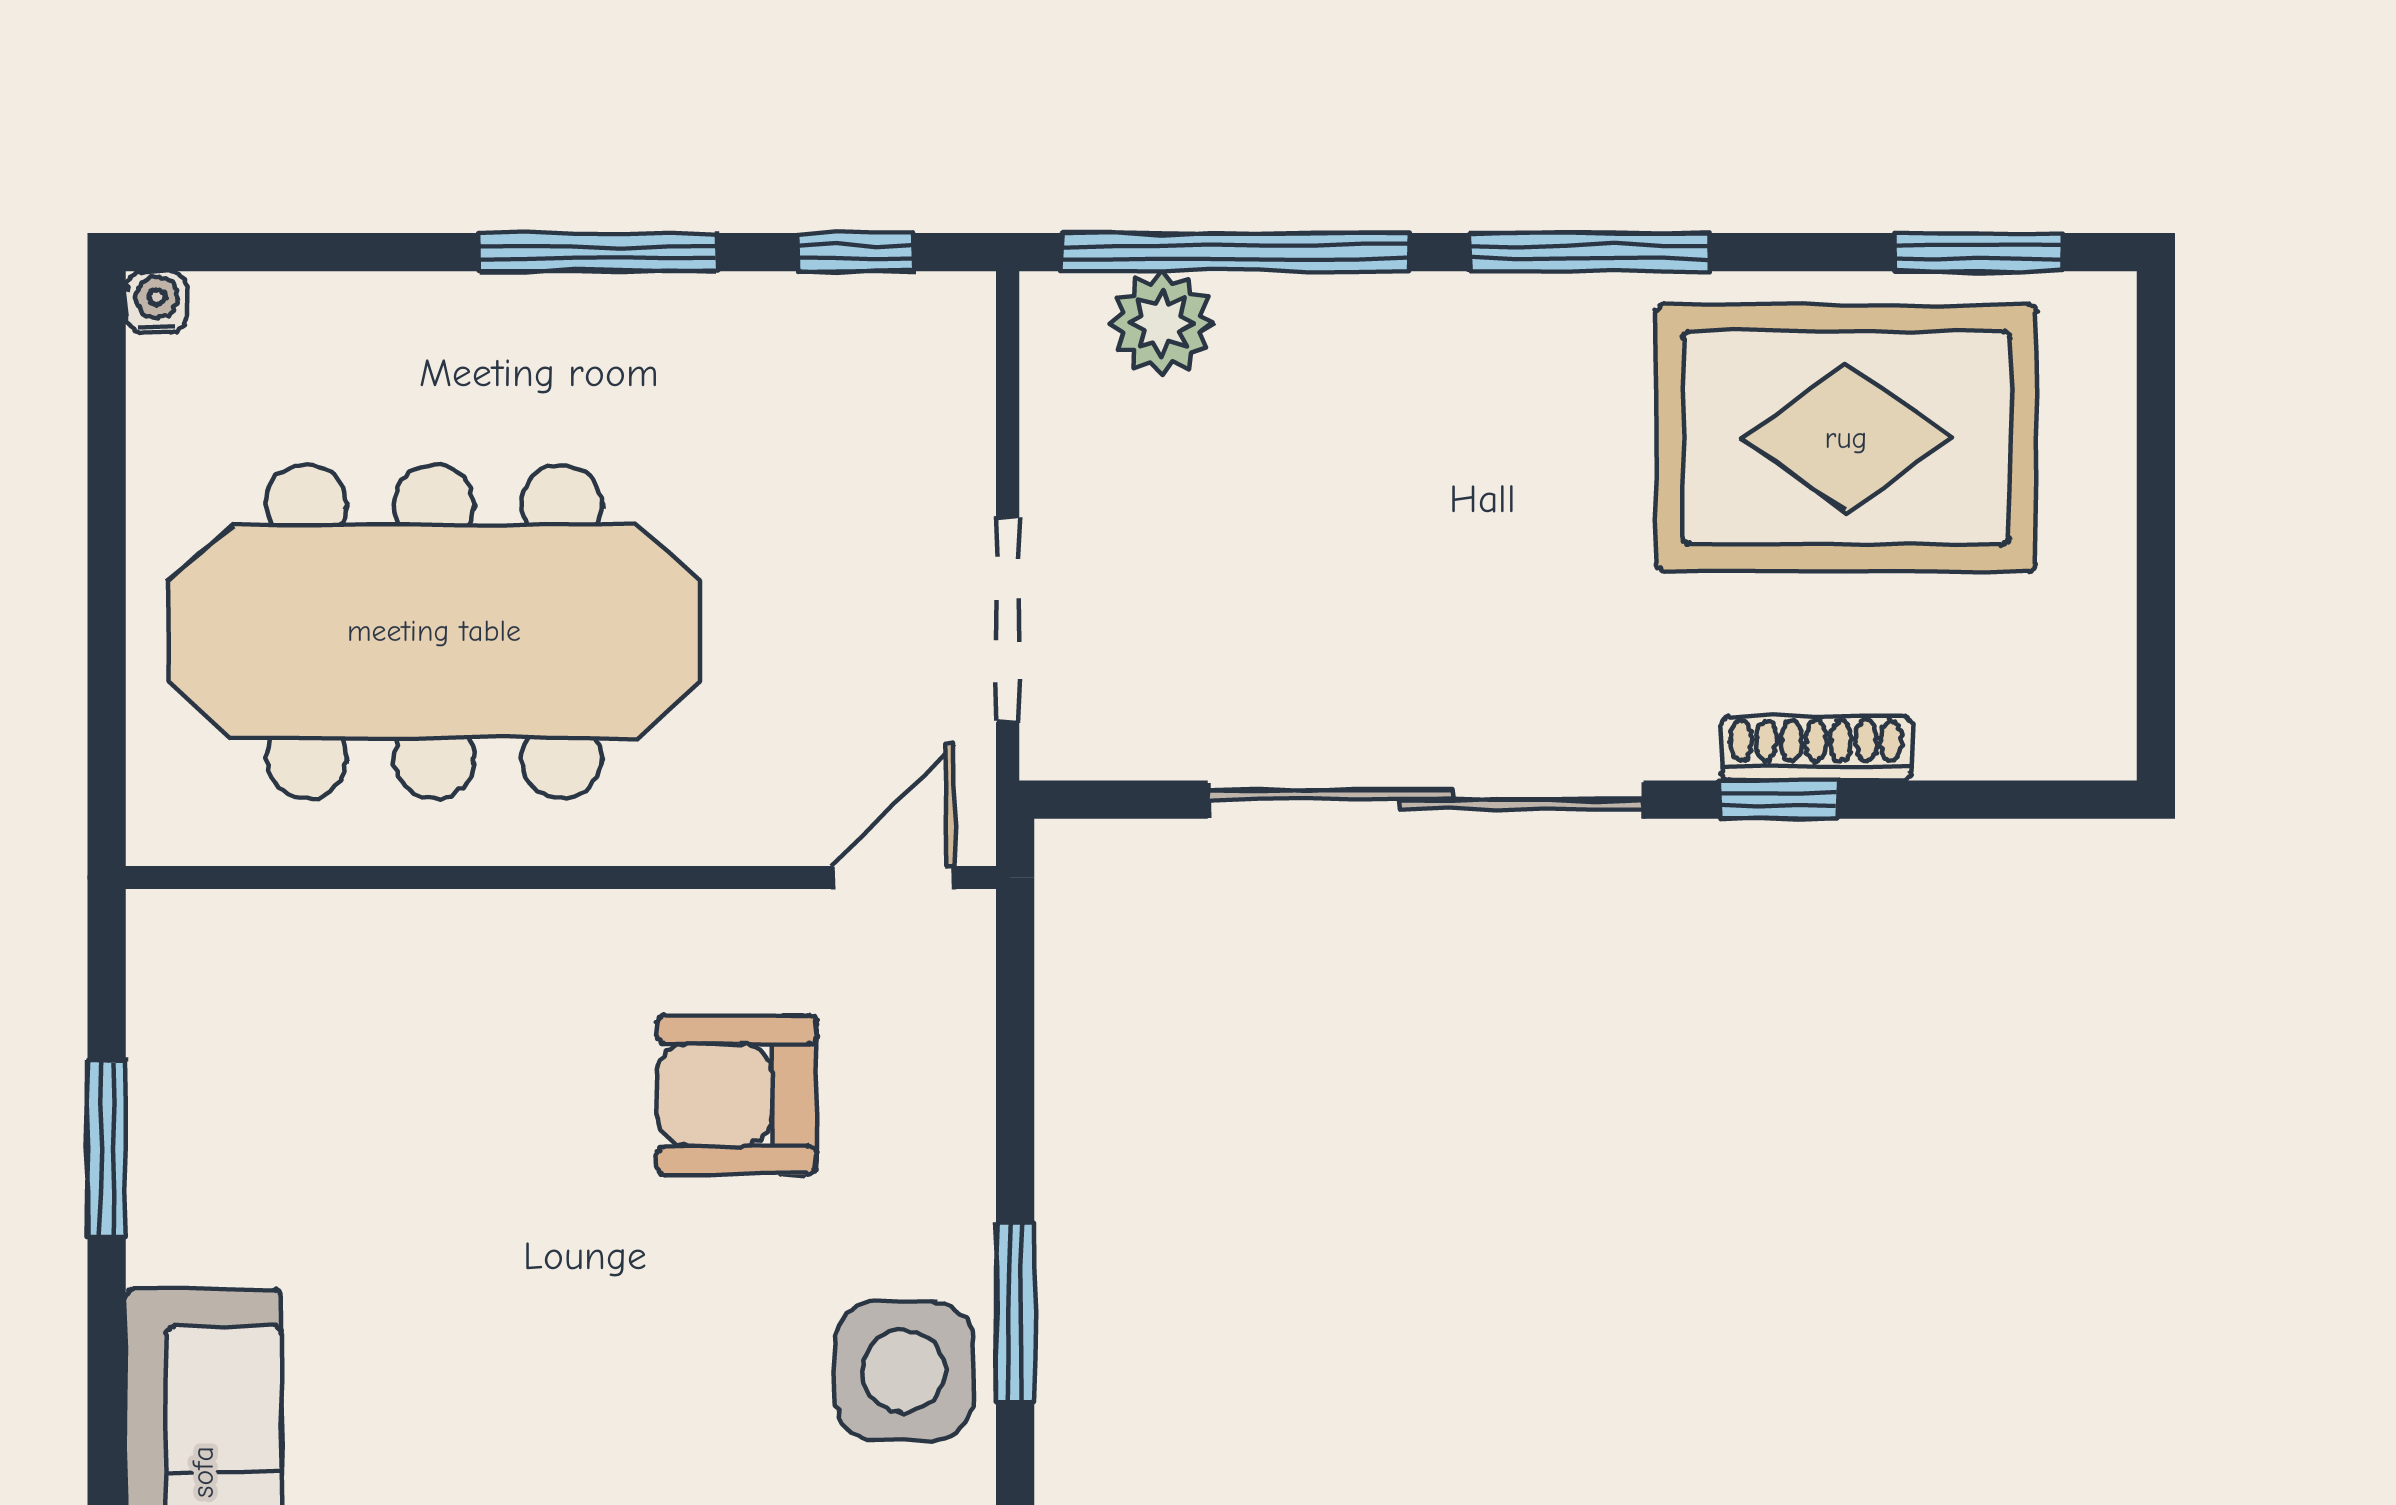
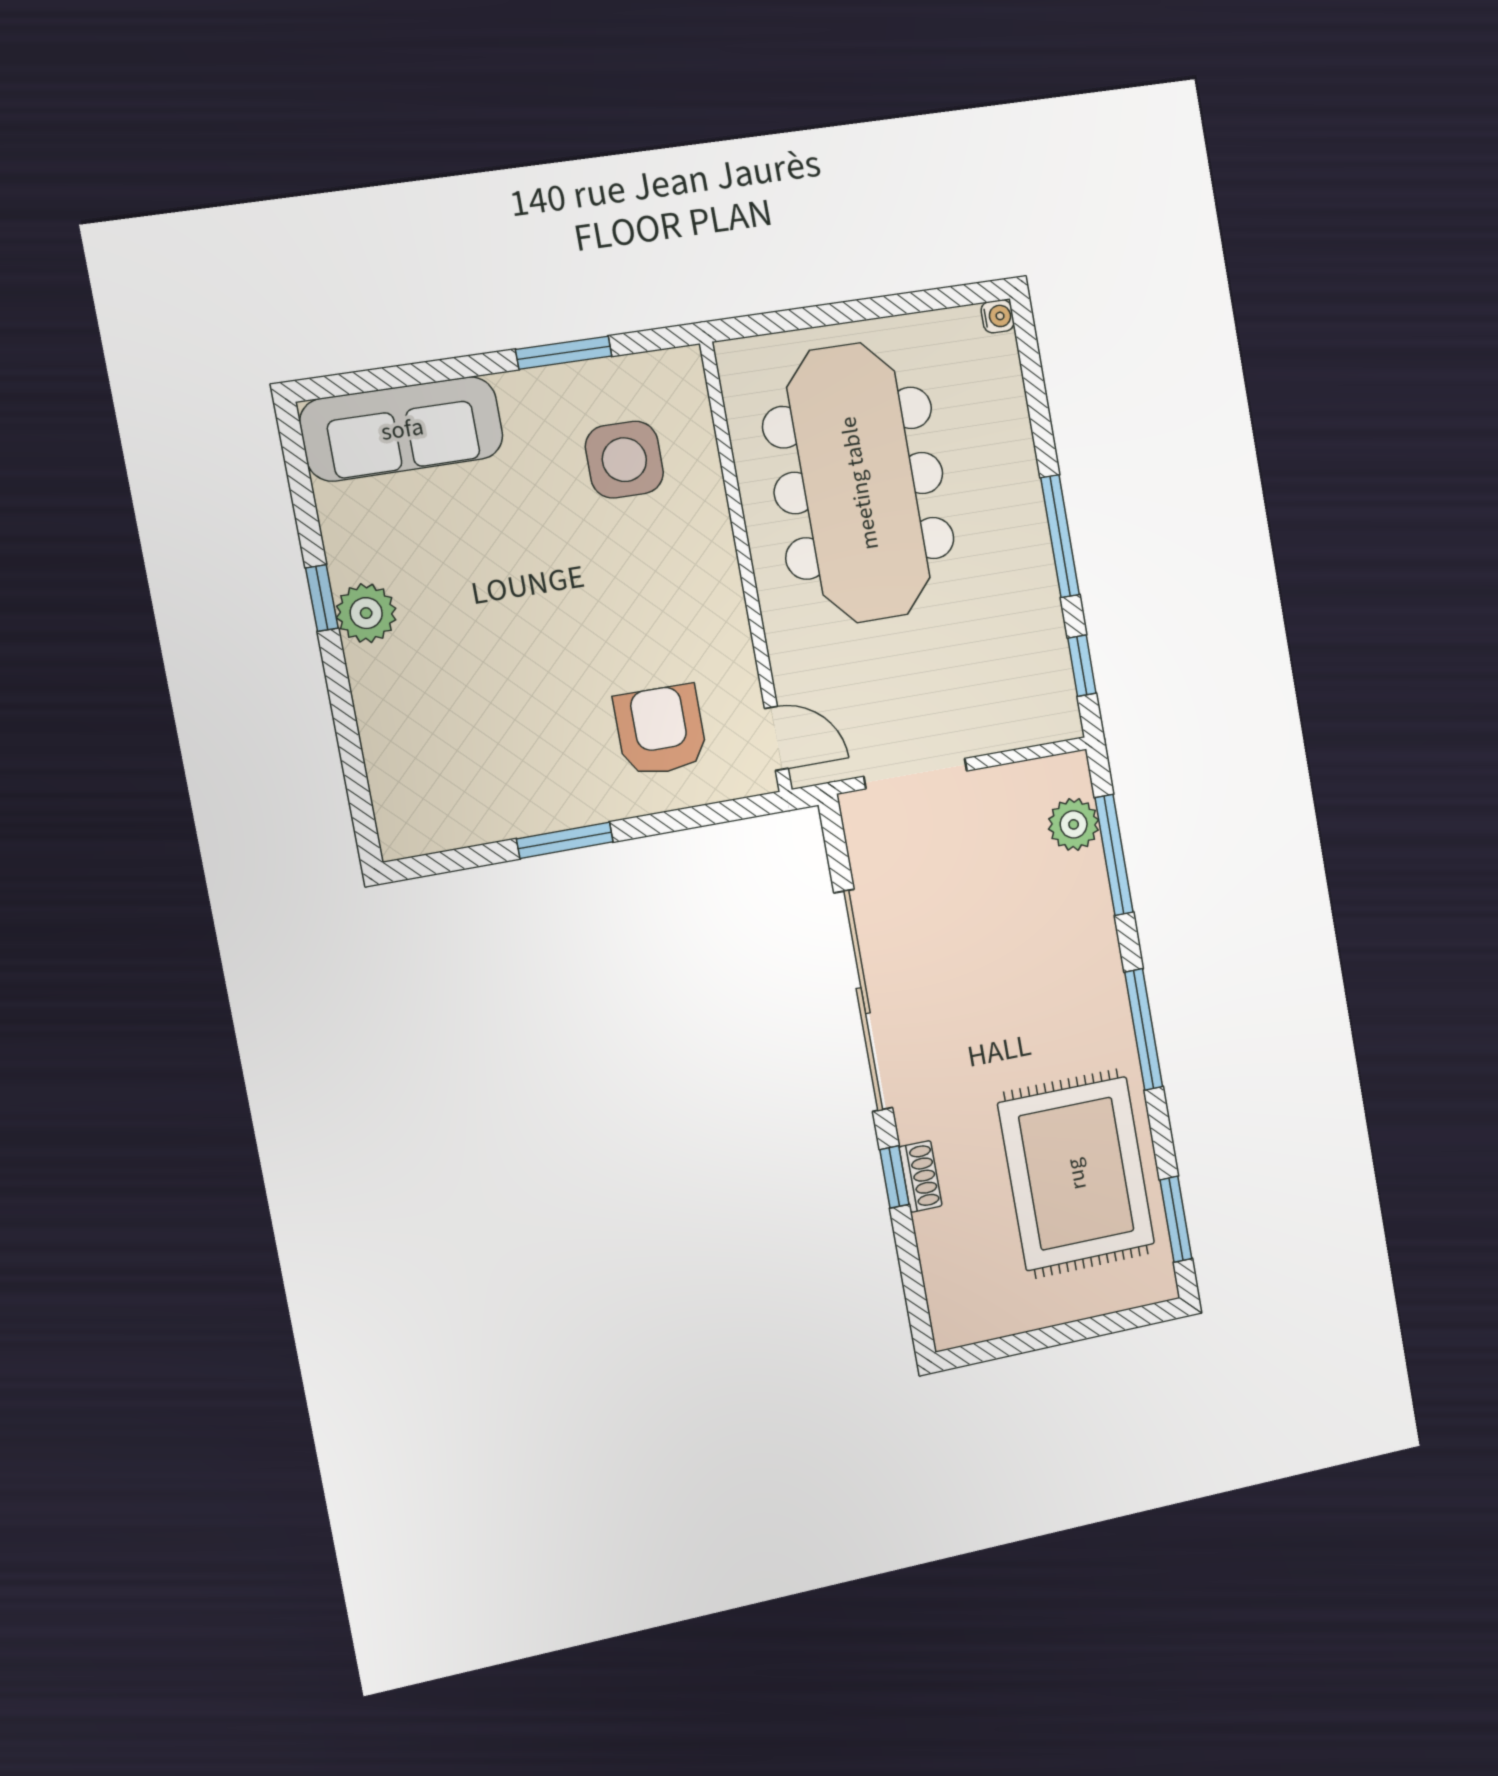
window: (1236, 252) -> (1114, 855), width x0.68
shoe rack: (1816, 748) -> (920, 1176), width x0.70
armchair: (737, 1095) -> (661, 730), moved
side table: (904, 1371) -> (624, 460), moved

